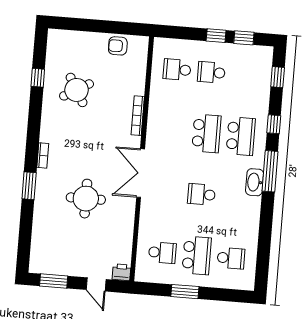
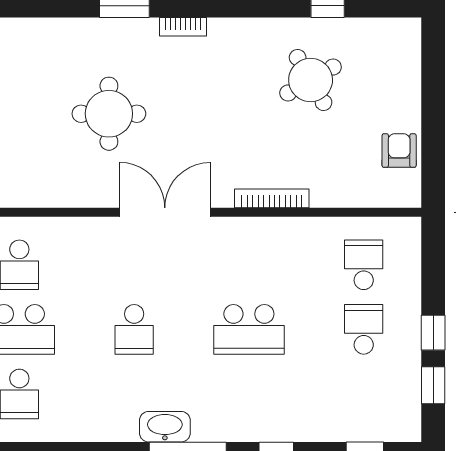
school desk: (241, 136) -> (249, 394), removed
school desk: (202, 194) -> (134, 329), turned 180

